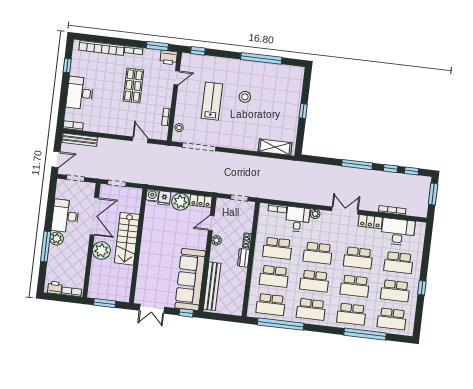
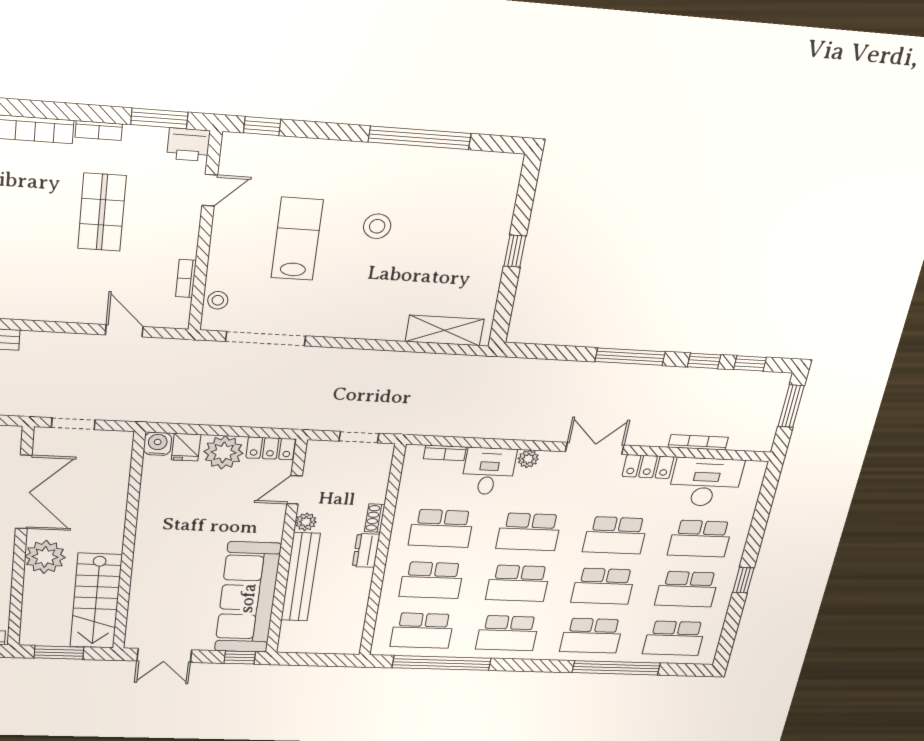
stairs: (127, 239) -> (96, 601), moved
bench: (212, 286) -> (300, 577), moved

